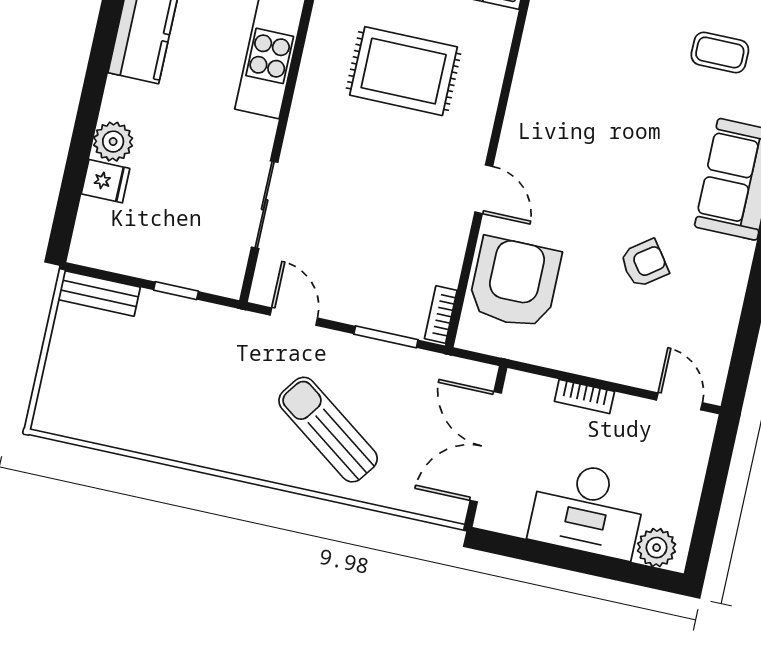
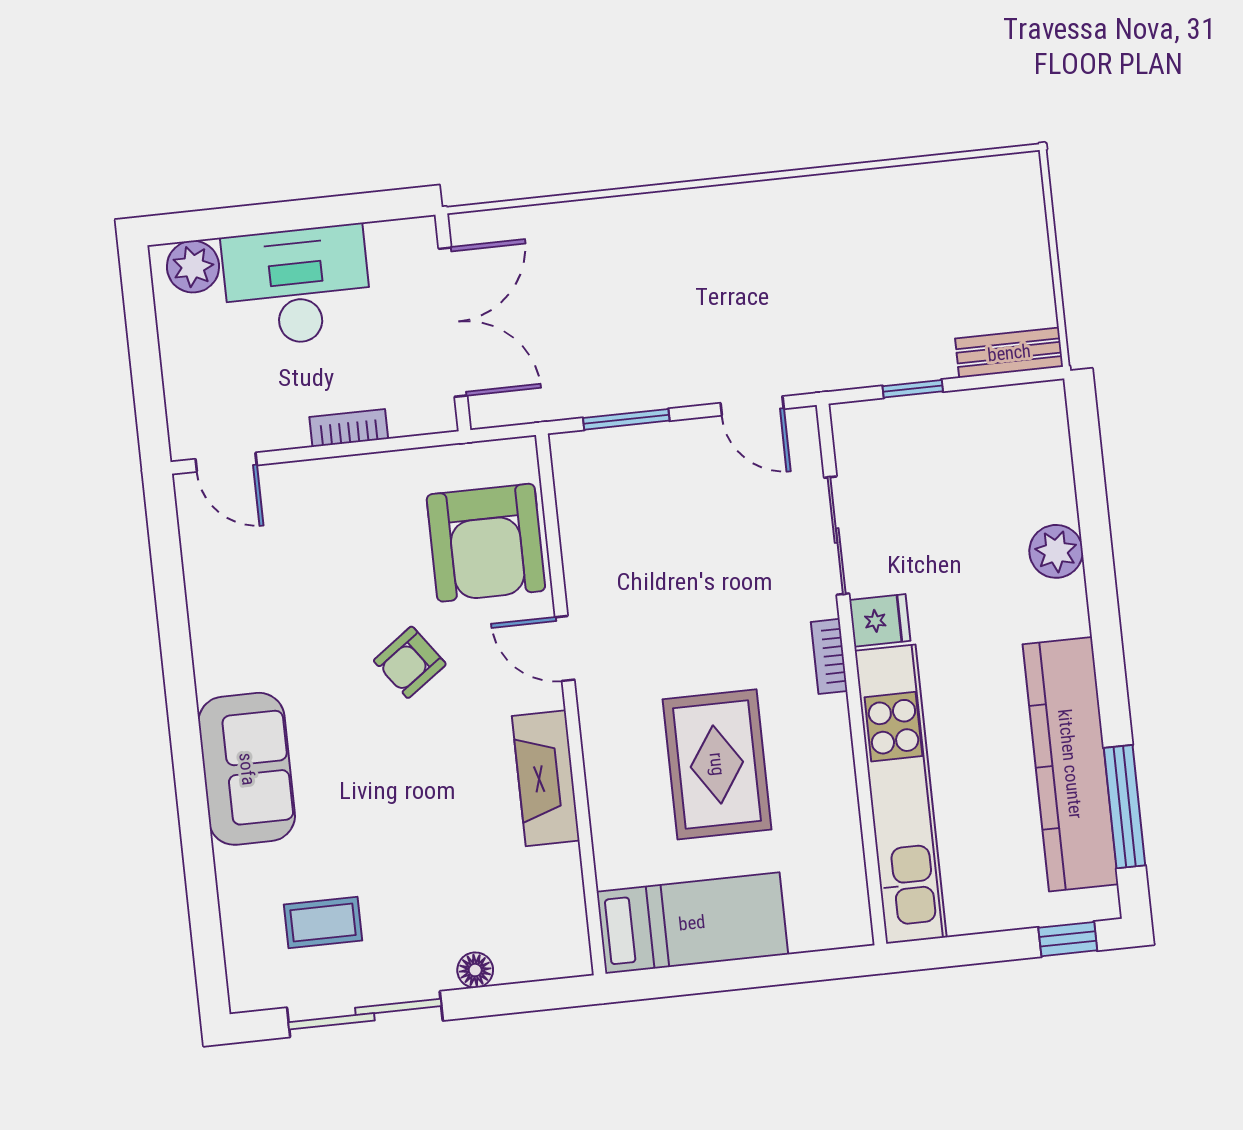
rug: (404, 71) -> (717, 764), turned 90
fireplace: (528, 102) -> (546, 778), added
fridge: (106, 181) -> (880, 620), moved, turned 180
armchair: (644, 263) -> (410, 662), moved
bookcase: (441, 315) -> (829, 656), moved, turned 180
sun lounger: (328, 430) -> (661, 277), removed

